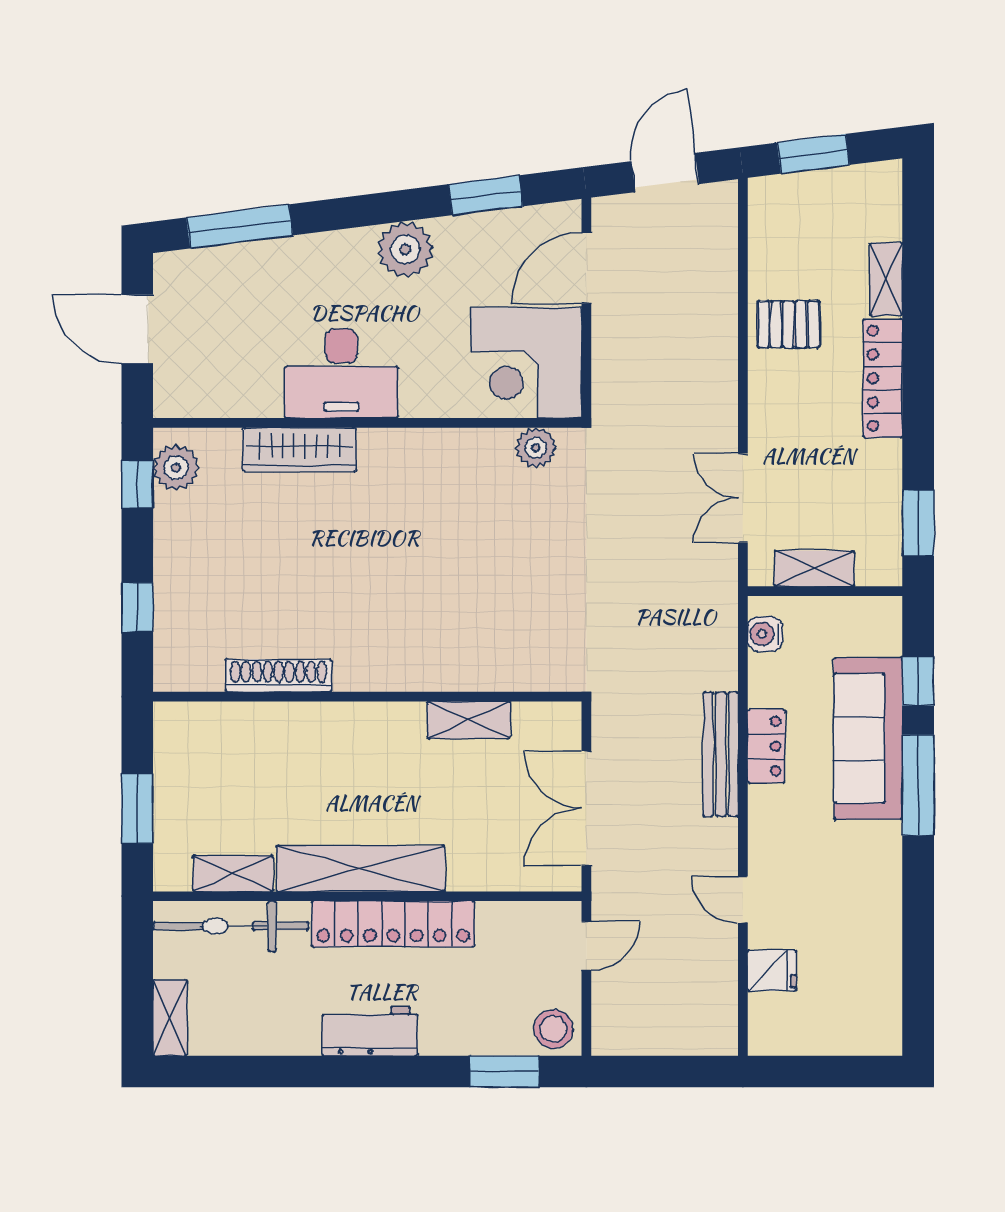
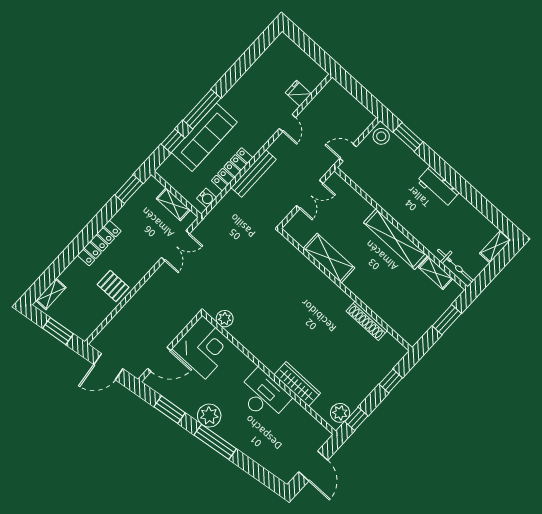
window: (240, 226) -> (215, 442), moved
shelving: (886, 279) -> (51, 294), moved
shelving: (469, 720) -> (329, 258), width x1.50, depth x1.33
locker: (766, 746) -> (232, 169), width x1.53
double door: (586, 808) -> (310, 194), width x0.73
locker: (393, 924) -> (401, 213), removed
bicycle: (231, 926) -> (455, 266), width x0.73, depth x0.71

